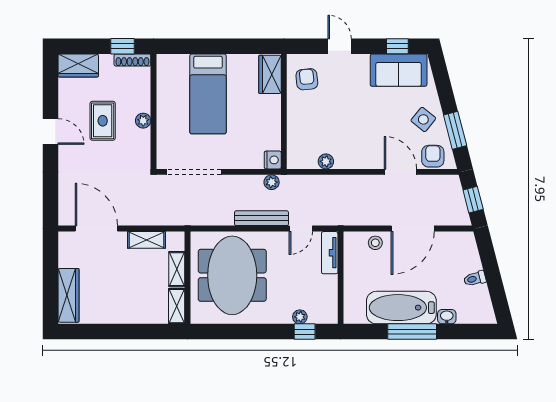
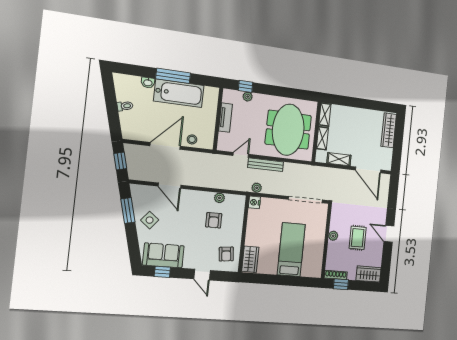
armchair: (433, 156) -> (214, 220), moved
tv unit: (330, 253) -> (225, 118), moved

